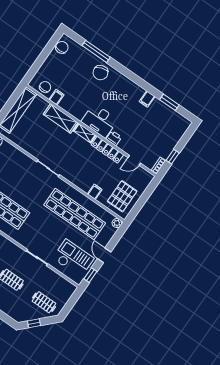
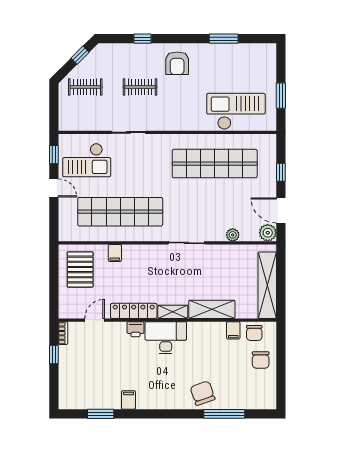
chair: (62, 47) -> (261, 360), moved
plant: (117, 223) -> (233, 235), moved

